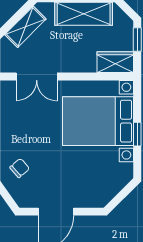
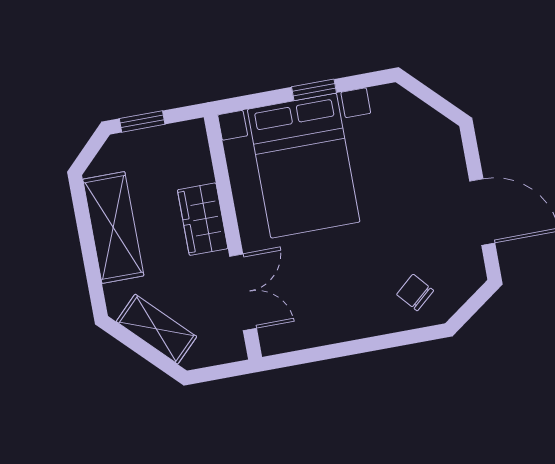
wardrobe: (115, 62) -> (203, 219), moved

